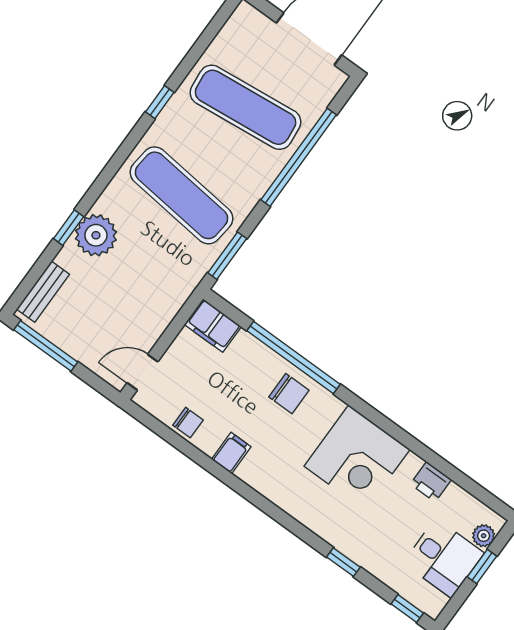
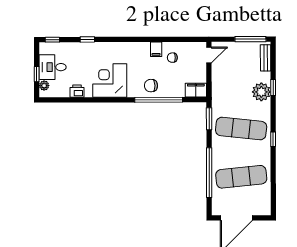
window: (160, 102) -> (273, 139), moved
chair: (188, 423) -> (172, 58), moved

